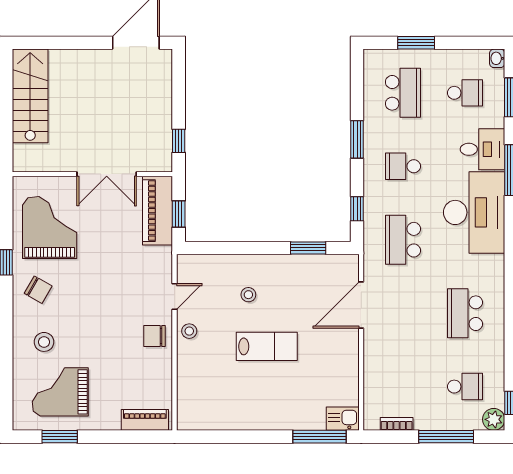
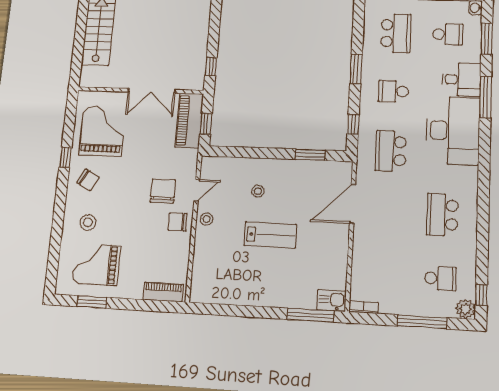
chair: (133, 299) -> (163, 191), added
bookcase: (397, 424) -> (363, 307), moved

